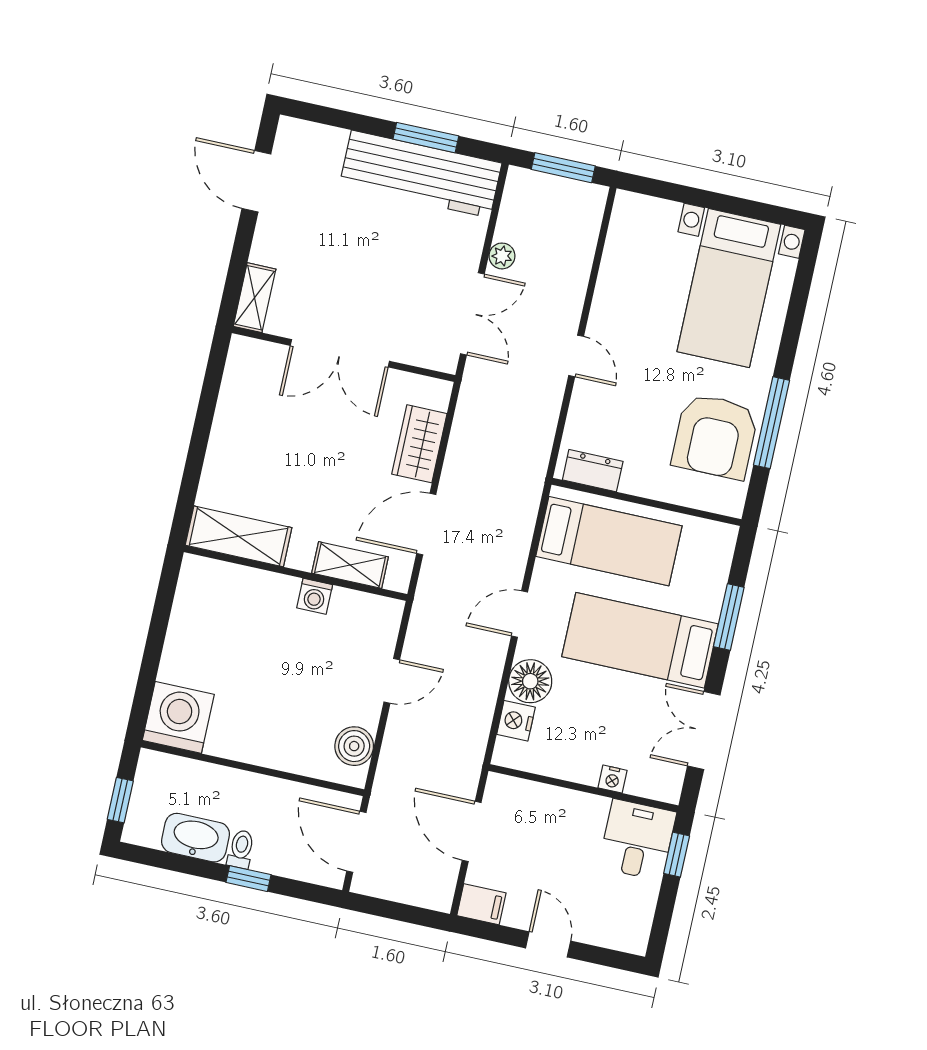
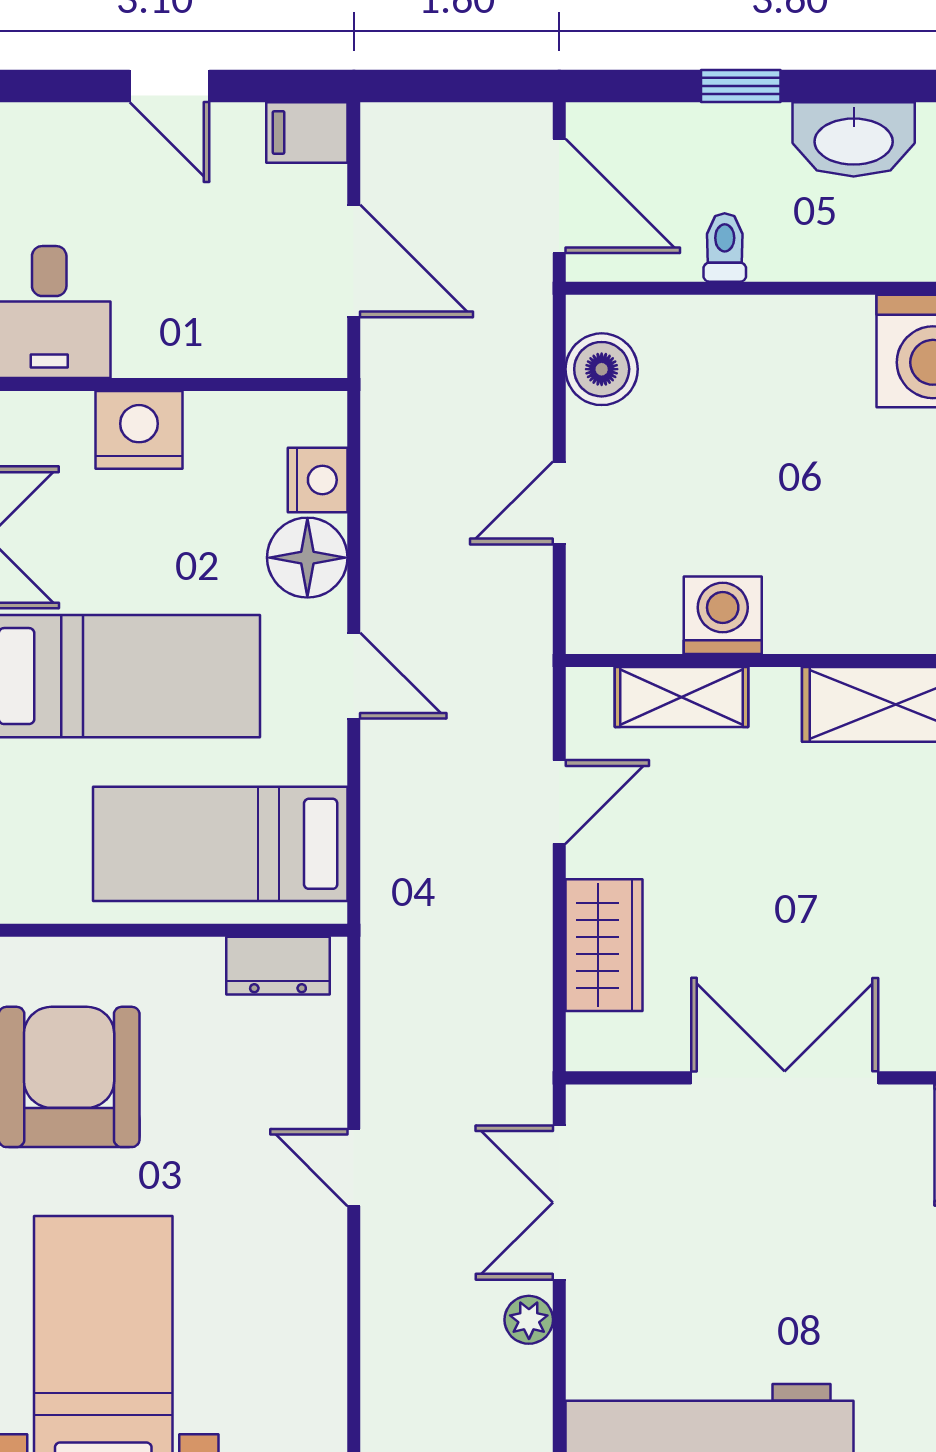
door: (426, 524) -> (559, 802), width x0.73
washing machine: (315, 596) -> (723, 615), width x1.38, depth x1.38
door: (519, 614) -> (354, 676), hinge flipped
nightstand: (613, 779) -> (139, 430), width x1.89, depth x1.79
toilet: (241, 849) -> (725, 247), moved, turned 180

